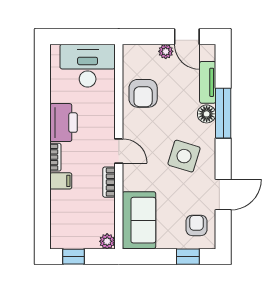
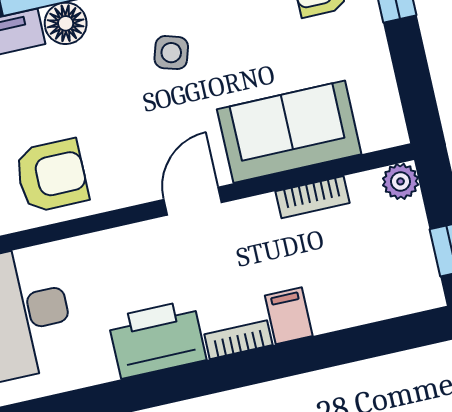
side table: (184, 156) -> (171, 53), width x0.54, depth x0.54
bookcase: (109, 182) -> (312, 197), moved
sofa: (139, 220) -> (289, 132), moved

